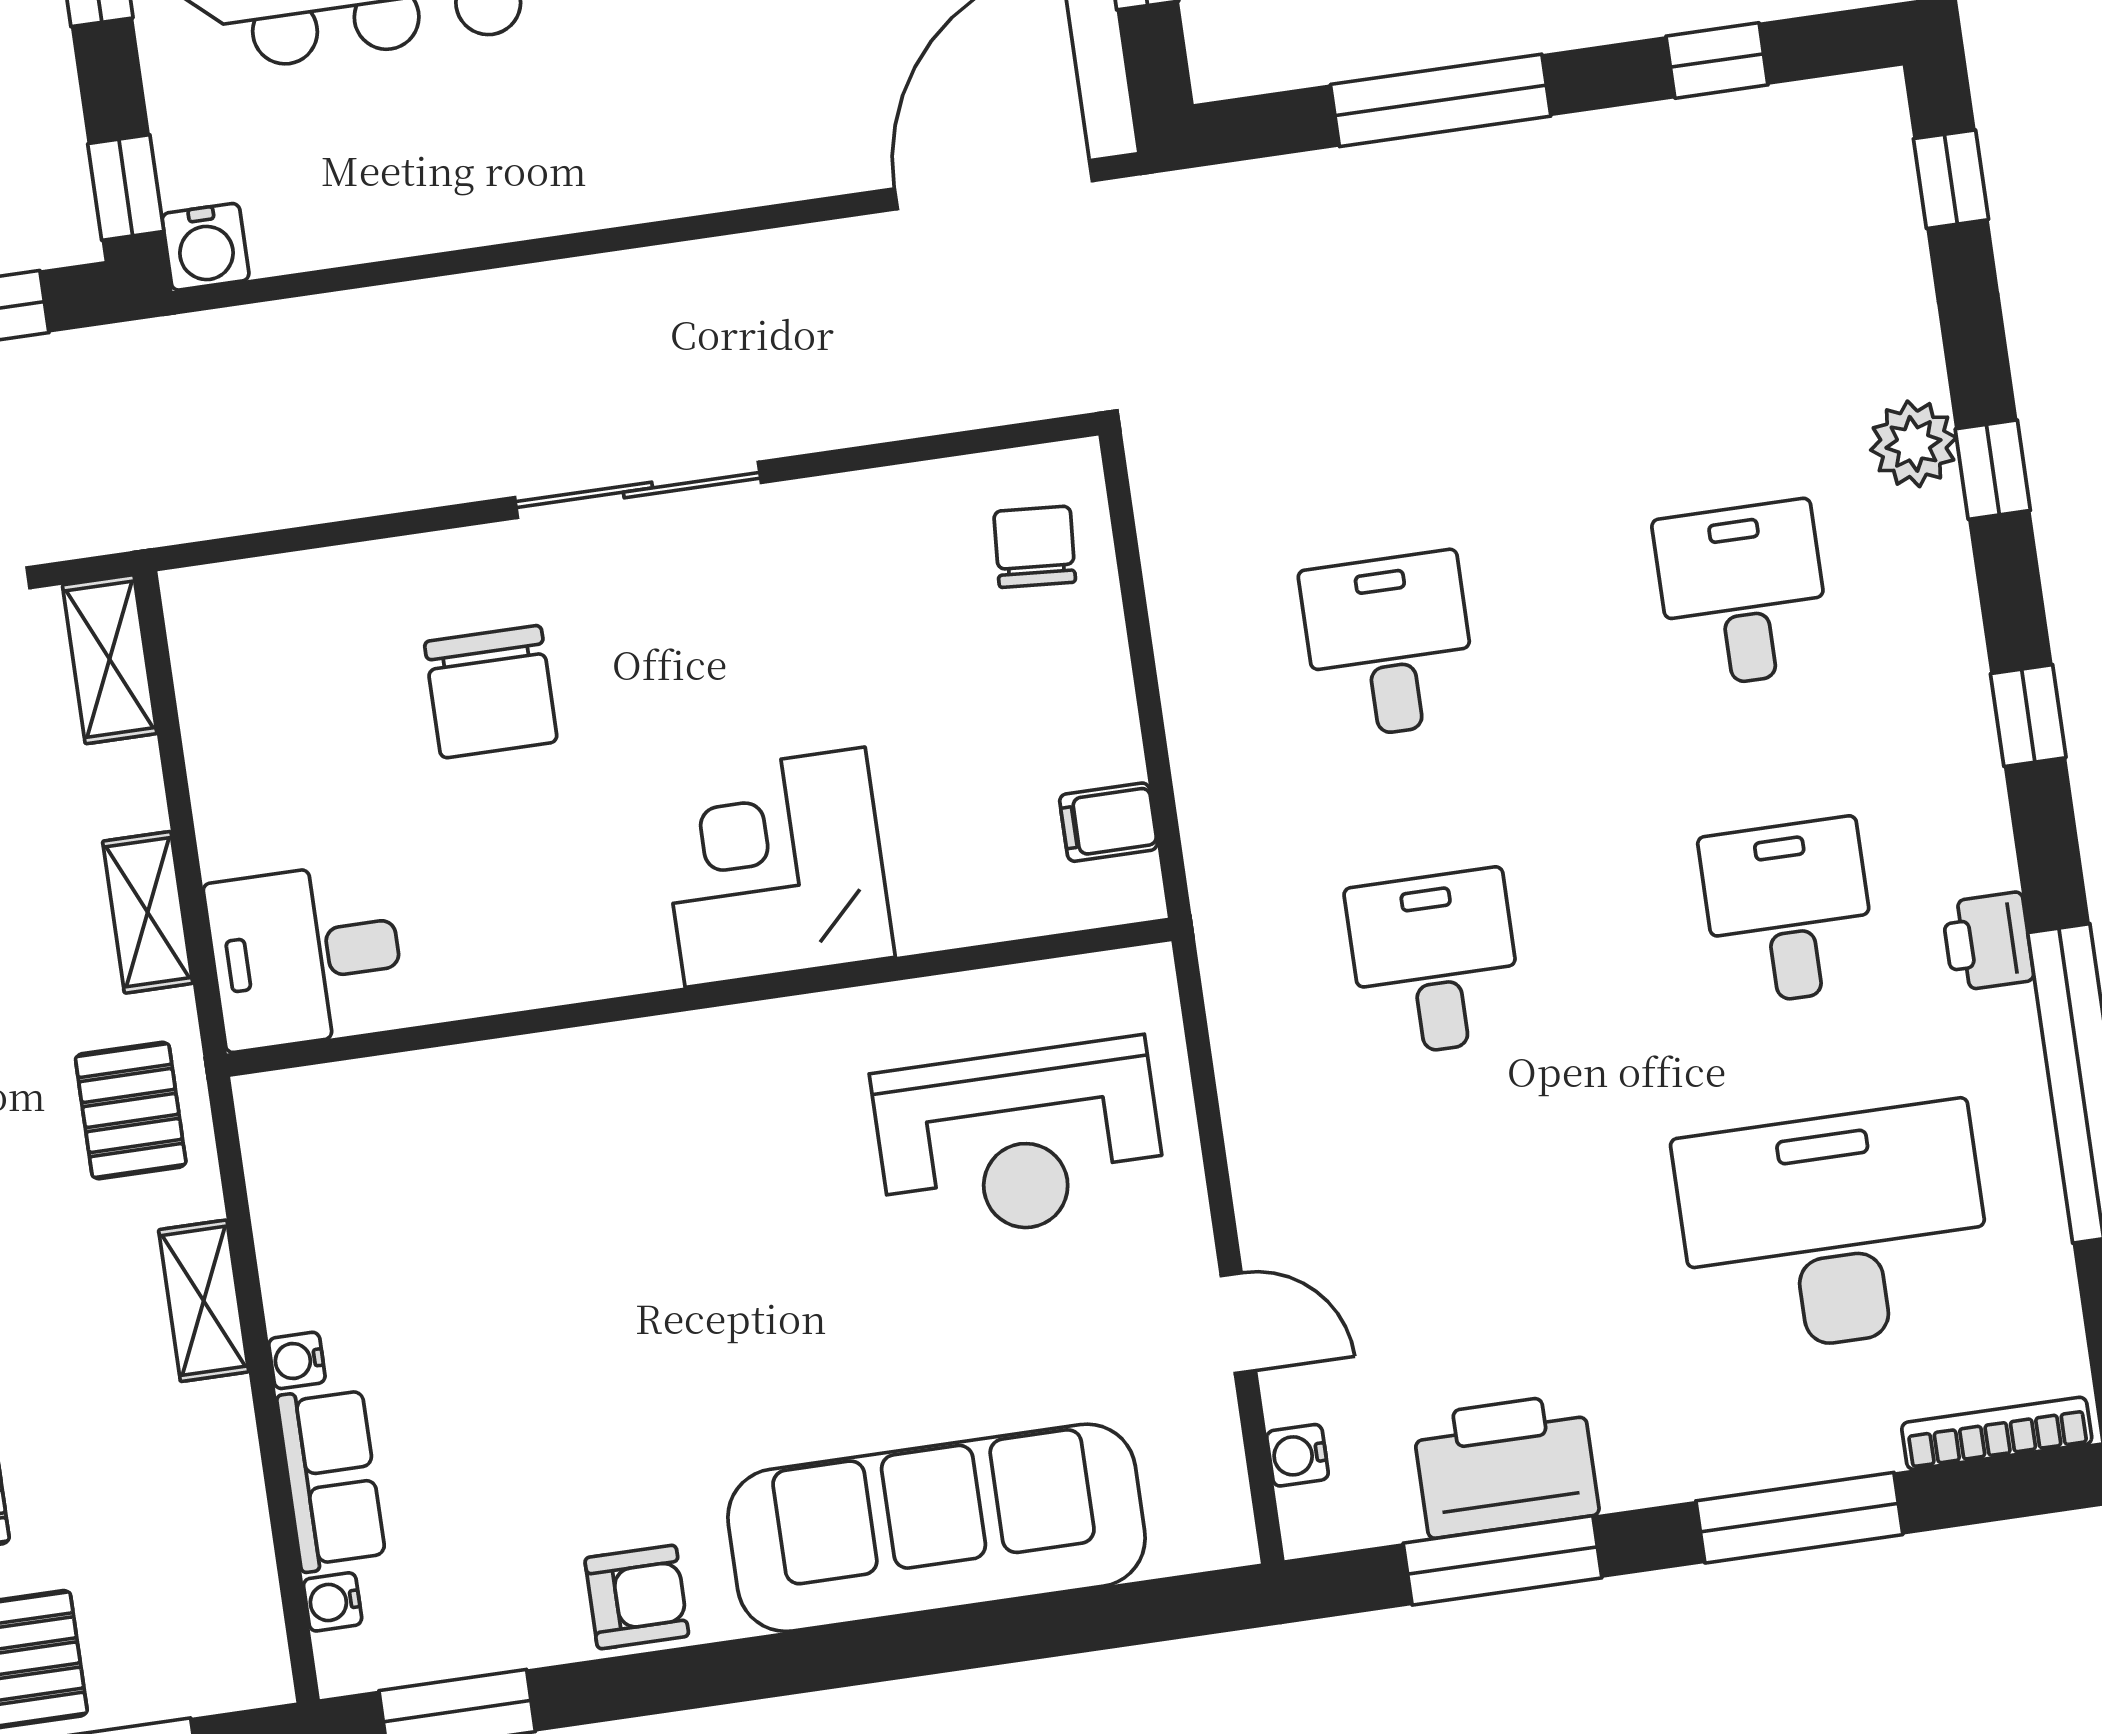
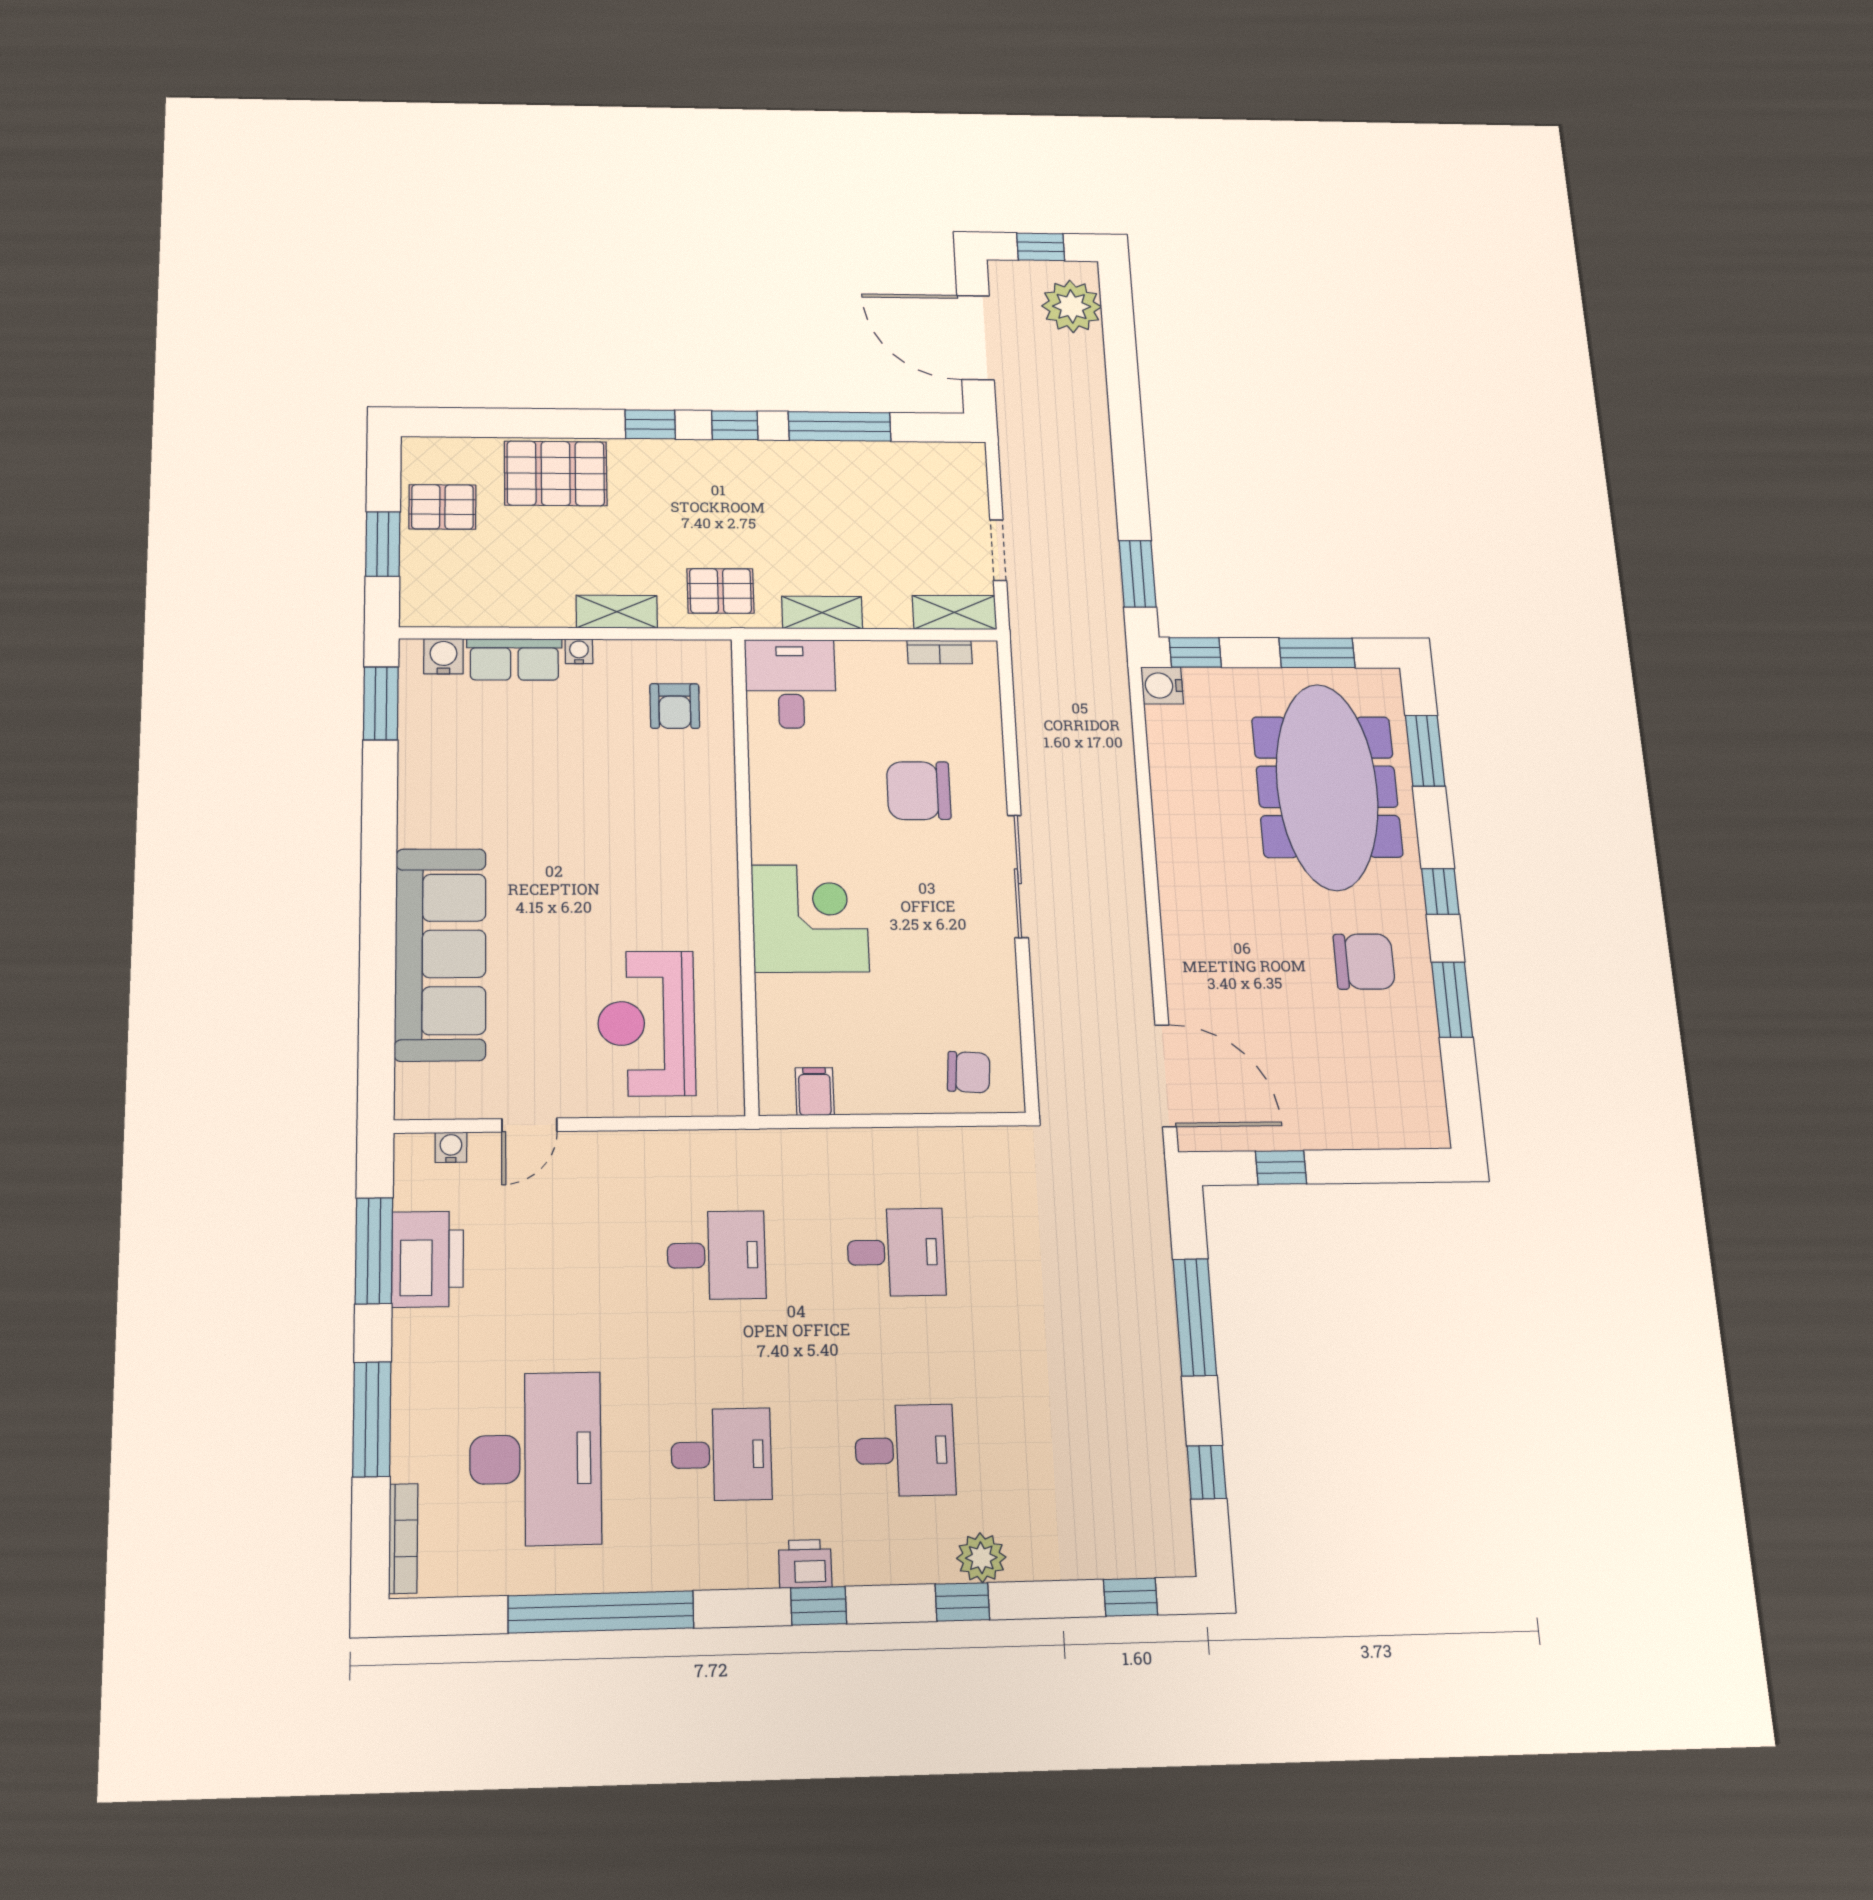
bookcase: (198, 680) -> (940, 652), added
printer: (1988, 941) -> (805, 1564), moved
armchair: (637, 1597) -> (675, 706), moved
water cooler: (333, 1602) -> (444, 656), width x1.38, depth x1.38

